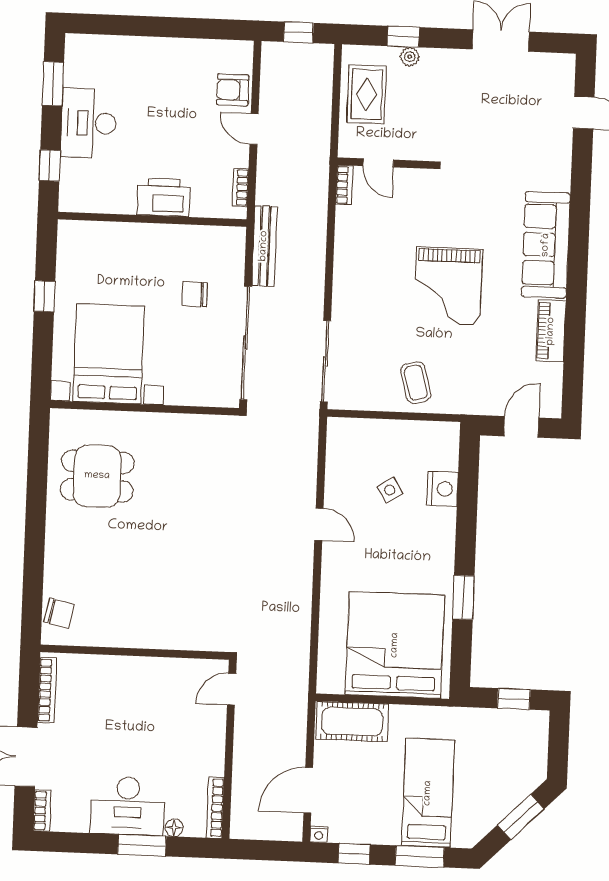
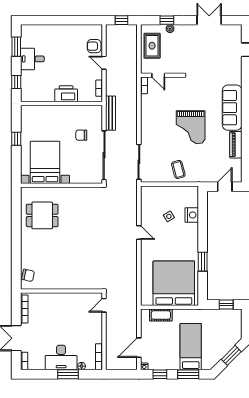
desk: (89, 123) -> (32, 59), width x0.73
cot: (352, 722) -> (161, 315), width x0.73, depth x0.75

